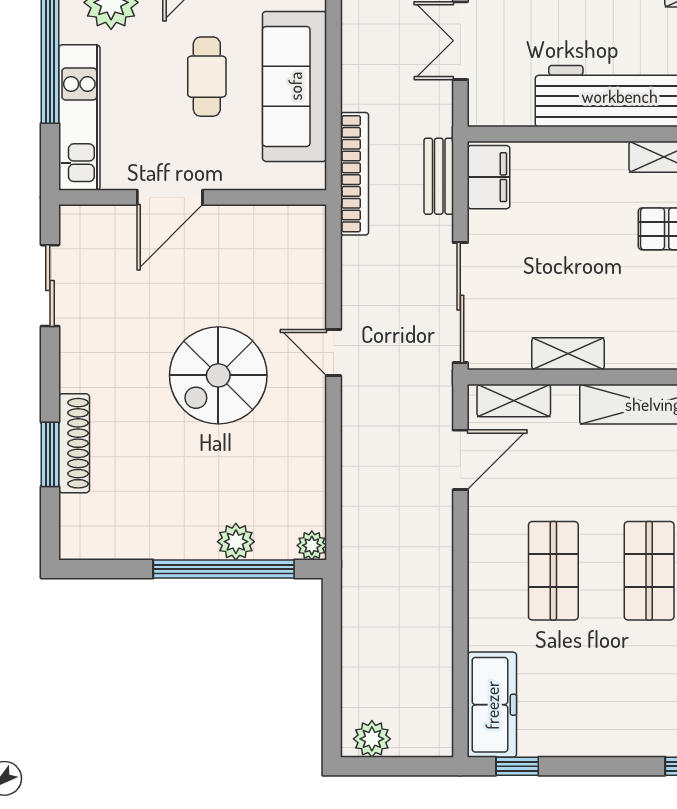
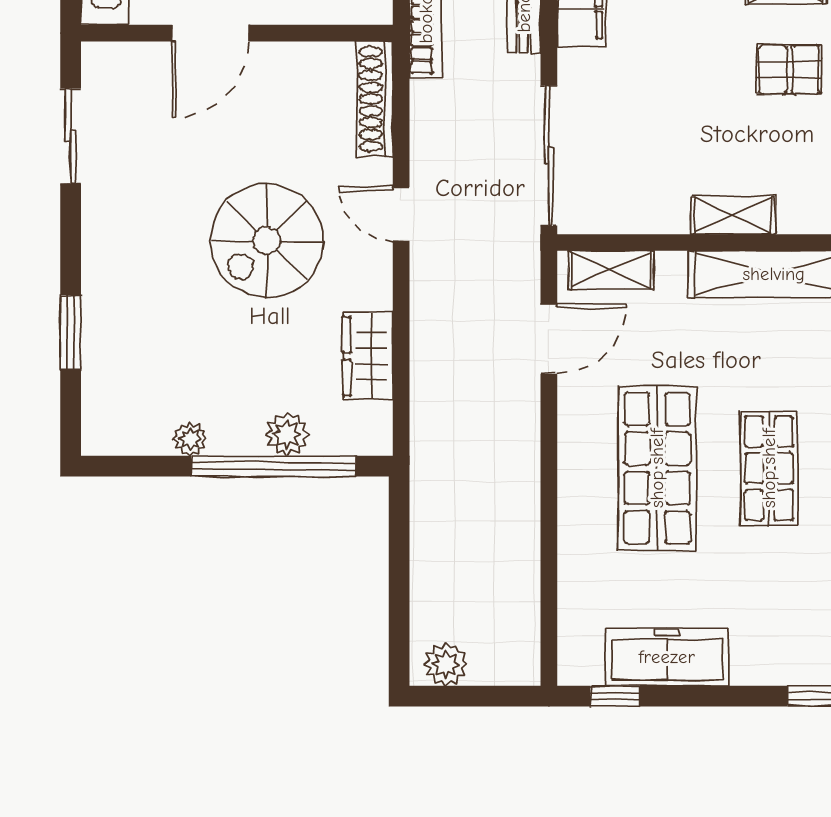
shelving: (568, 354) -> (733, 215), moved
shoe rack: (74, 443) -> (375, 99), moved, turned 180
wardrobe: (305, 474) -> (368, 356), added
plant: (312, 545) -> (190, 439), moved
shop shelf: (553, 571) -> (657, 468), width x1.43, depth x1.36
freezer: (492, 705) -> (667, 657), moved, turned -90

